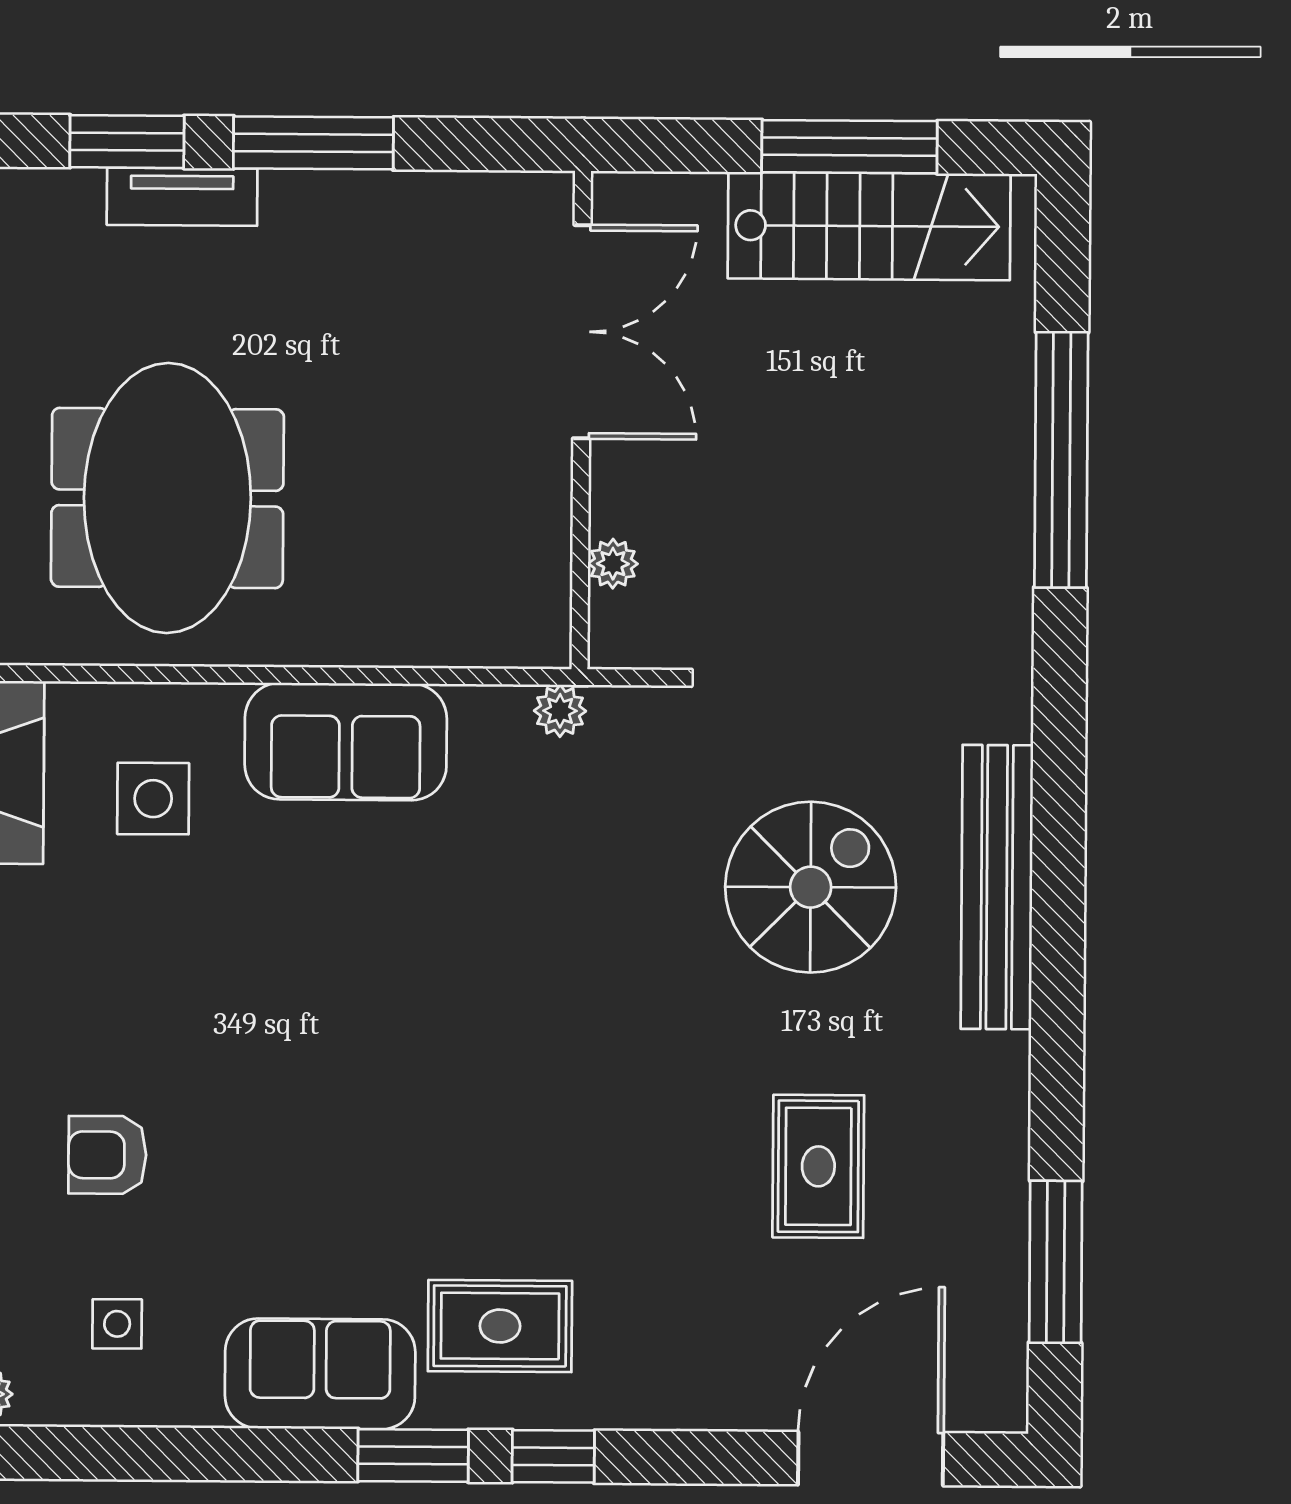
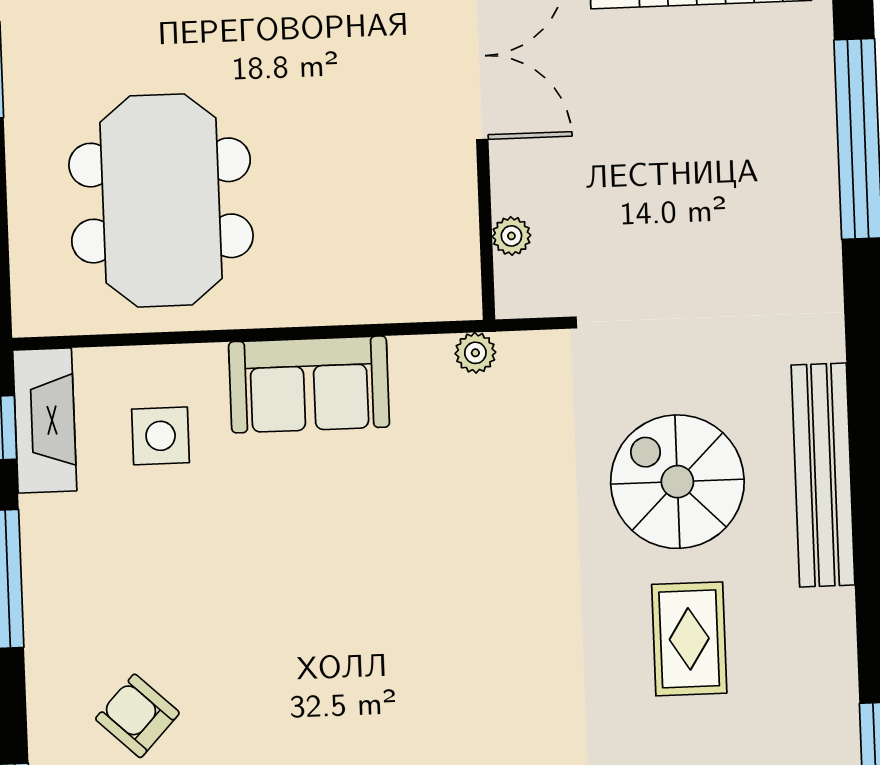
spiral stairs: (811, 887) -> (677, 482), turned -90
armchair: (107, 1155) -> (137, 716), turned 43
rug: (818, 1166) -> (689, 639), moved

